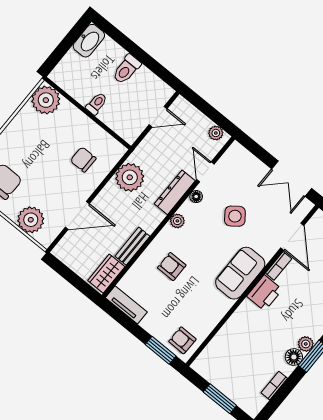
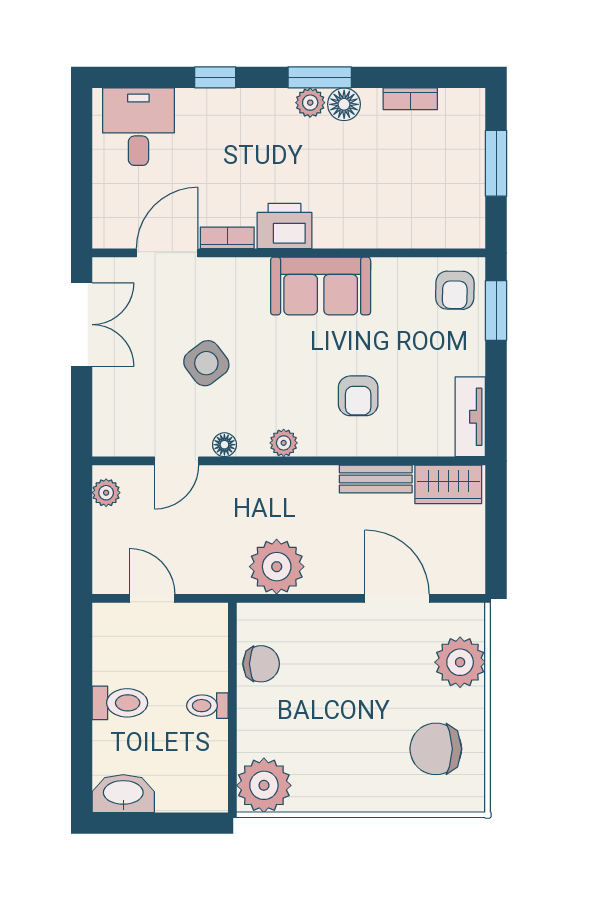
chair: (83, 160) -> (261, 664), moved, turned -90
dresser: (175, 192) -> (244, 482), removed
sofa: (240, 273) -> (321, 286), moved

